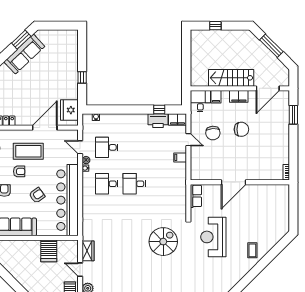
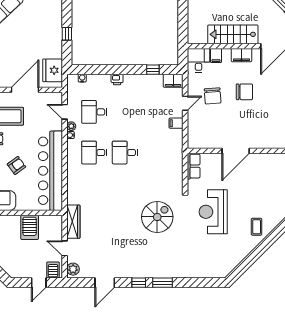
printer: (158, 121) -> (117, 80), moved, width x0.53, depth x0.68
door: (188, 140) -> (185, 103), hinge flipped
wardrobe: (88, 251) -> (73, 222), width x1.50

